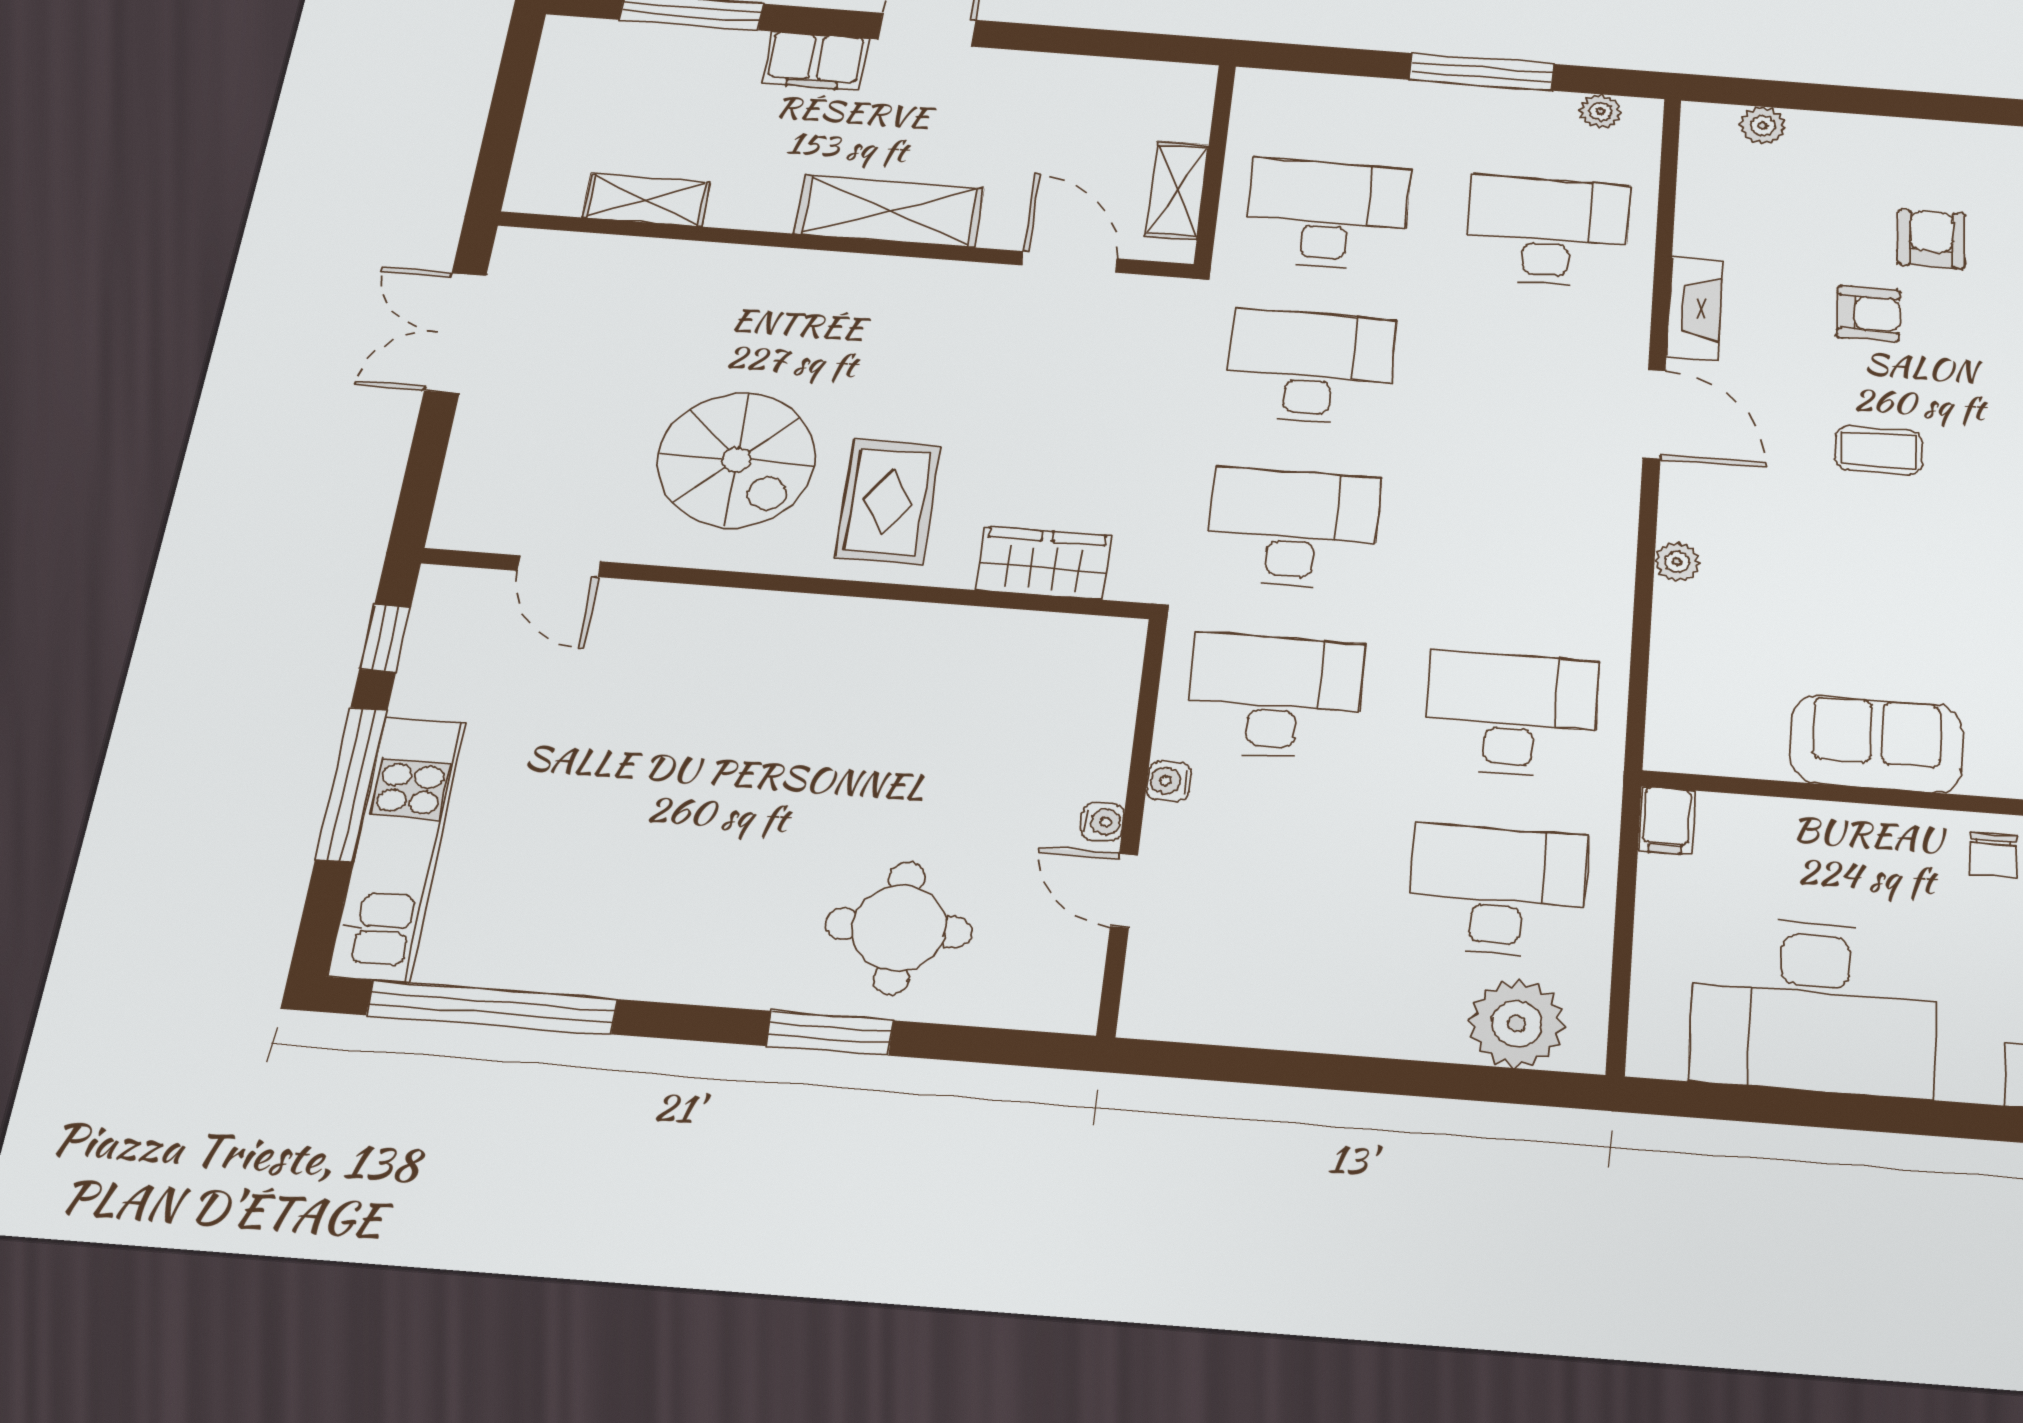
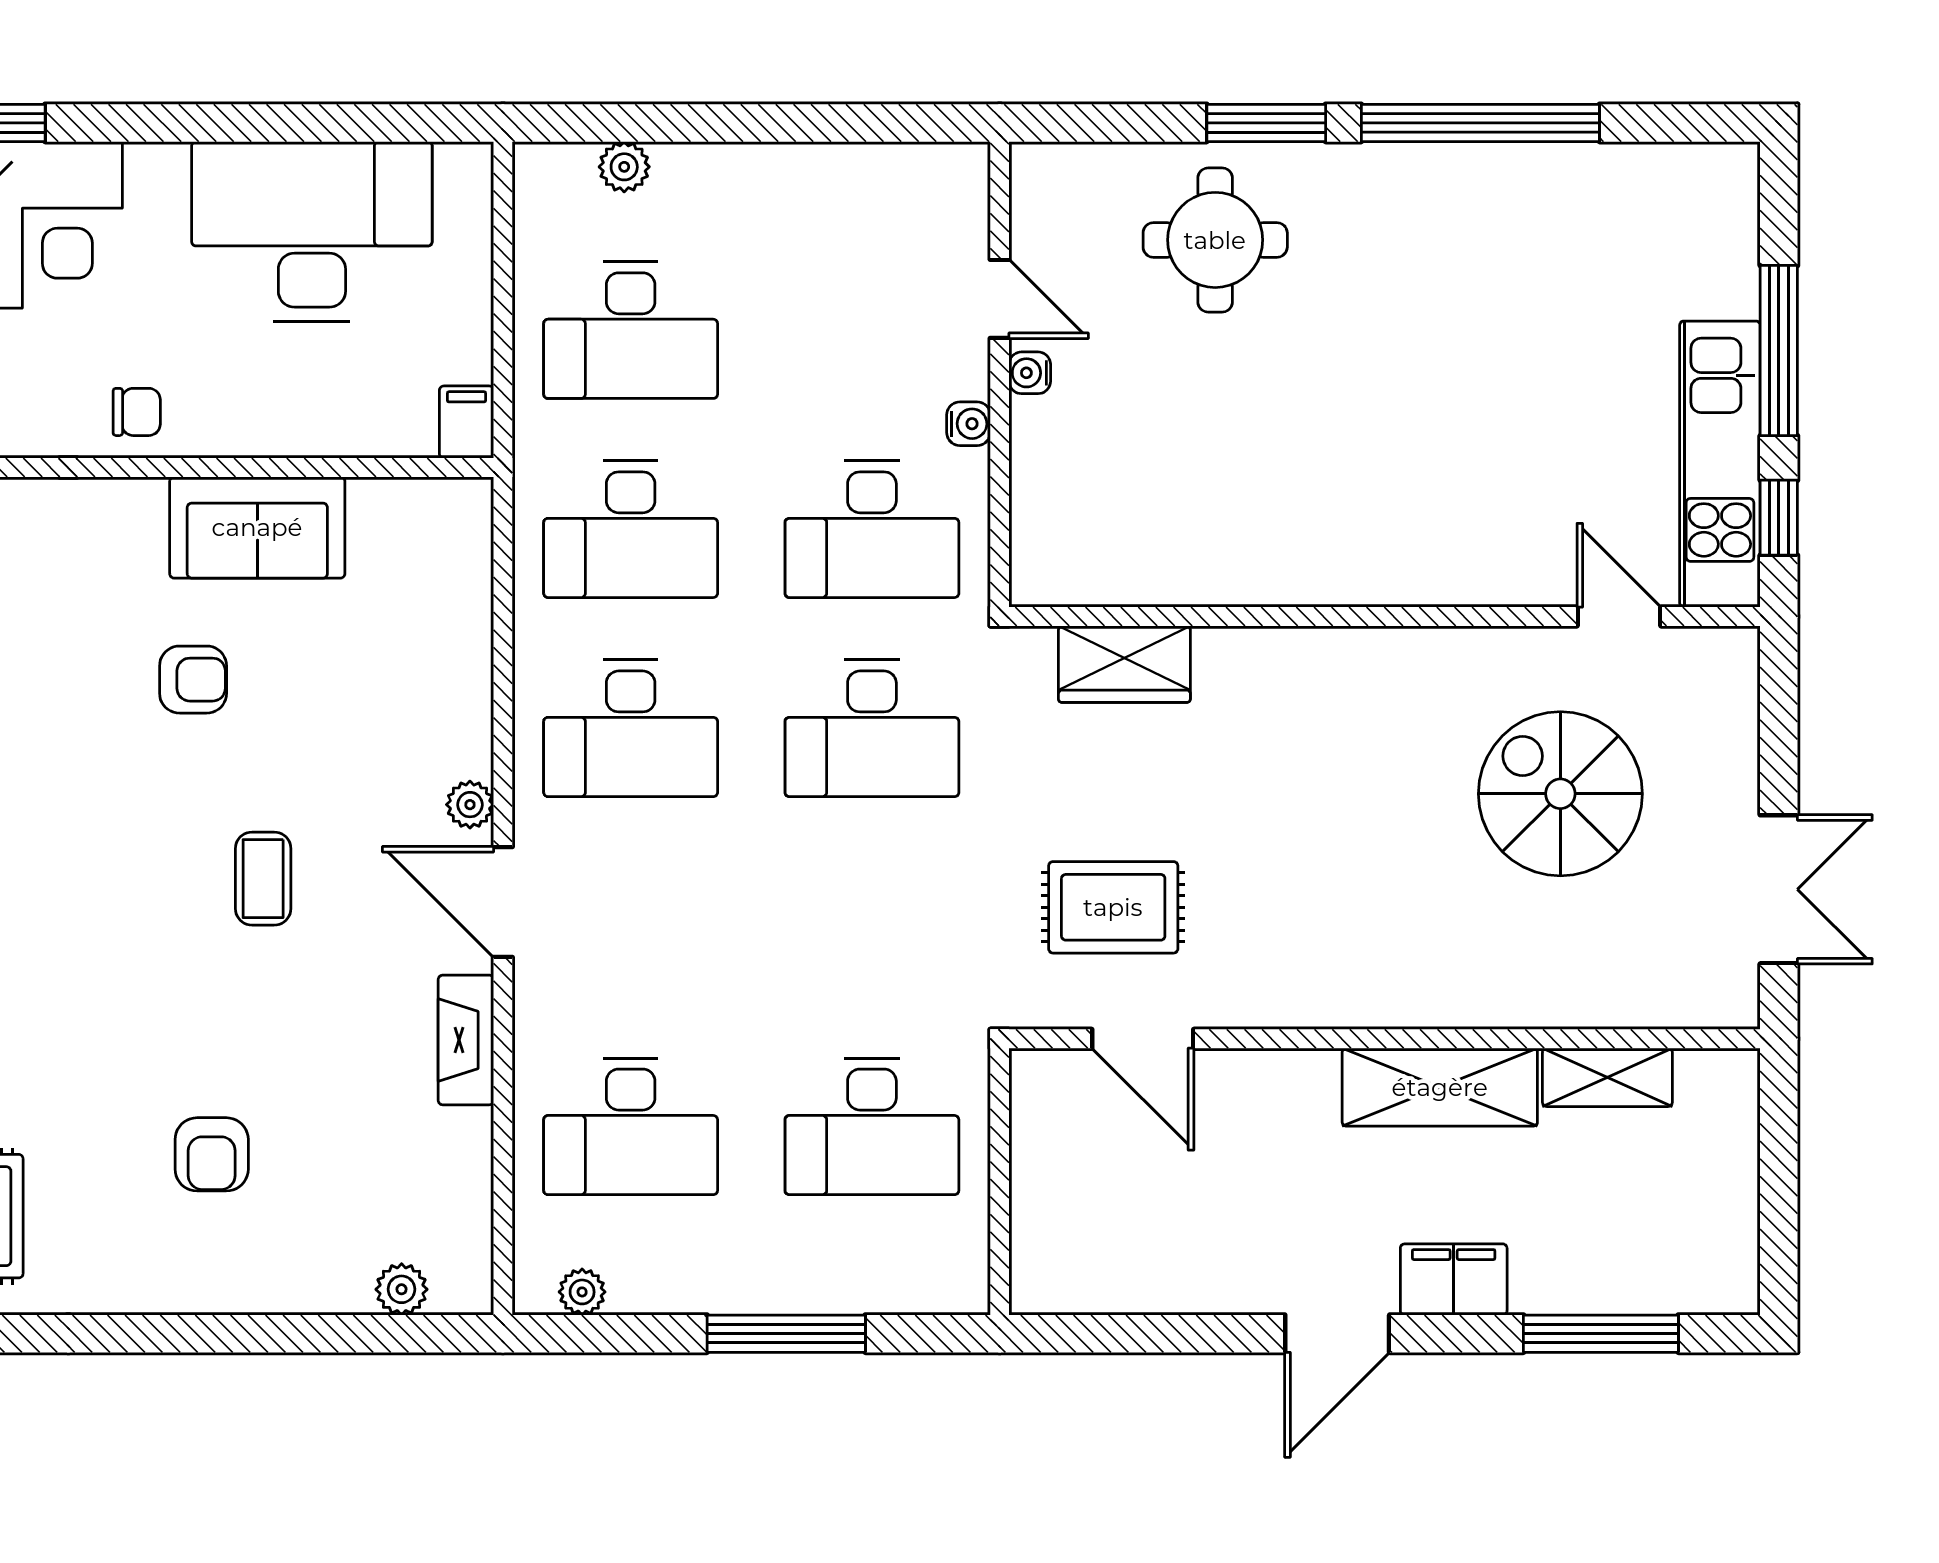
window: (1482, 72) -> (786, 1334), moved
shelving: (1177, 190) -> (1037, 1143), removed
shelving: (890, 211) -> (1440, 1087), moved
armchair: (1868, 314) -> (193, 680), moved, turned 180
desk: (1310, 368) -> (631, 728), moved
coffee table: (1879, 450) -> (263, 879), turned 90
spiral stairs: (736, 460) -> (1560, 794), moved
rug: (888, 501) -> (1113, 907), moved, turned 90
plant: (1677, 562) -> (470, 805), moved
kitchen unit: (397, 848) -> (1720, 464), moved
chair: (1994, 855) -> (137, 412), turned 90
window: (492, 1007) -> (1480, 123), moved
plant: (1517, 1023) -> (624, 167), width x0.53, depth x0.53

